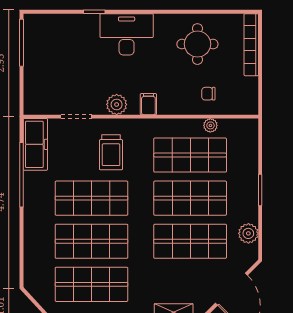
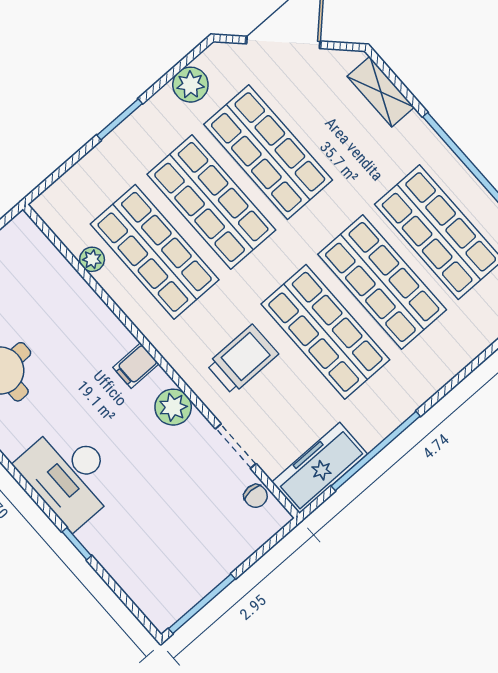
chair: (208, 94) -> (256, 496), moved

